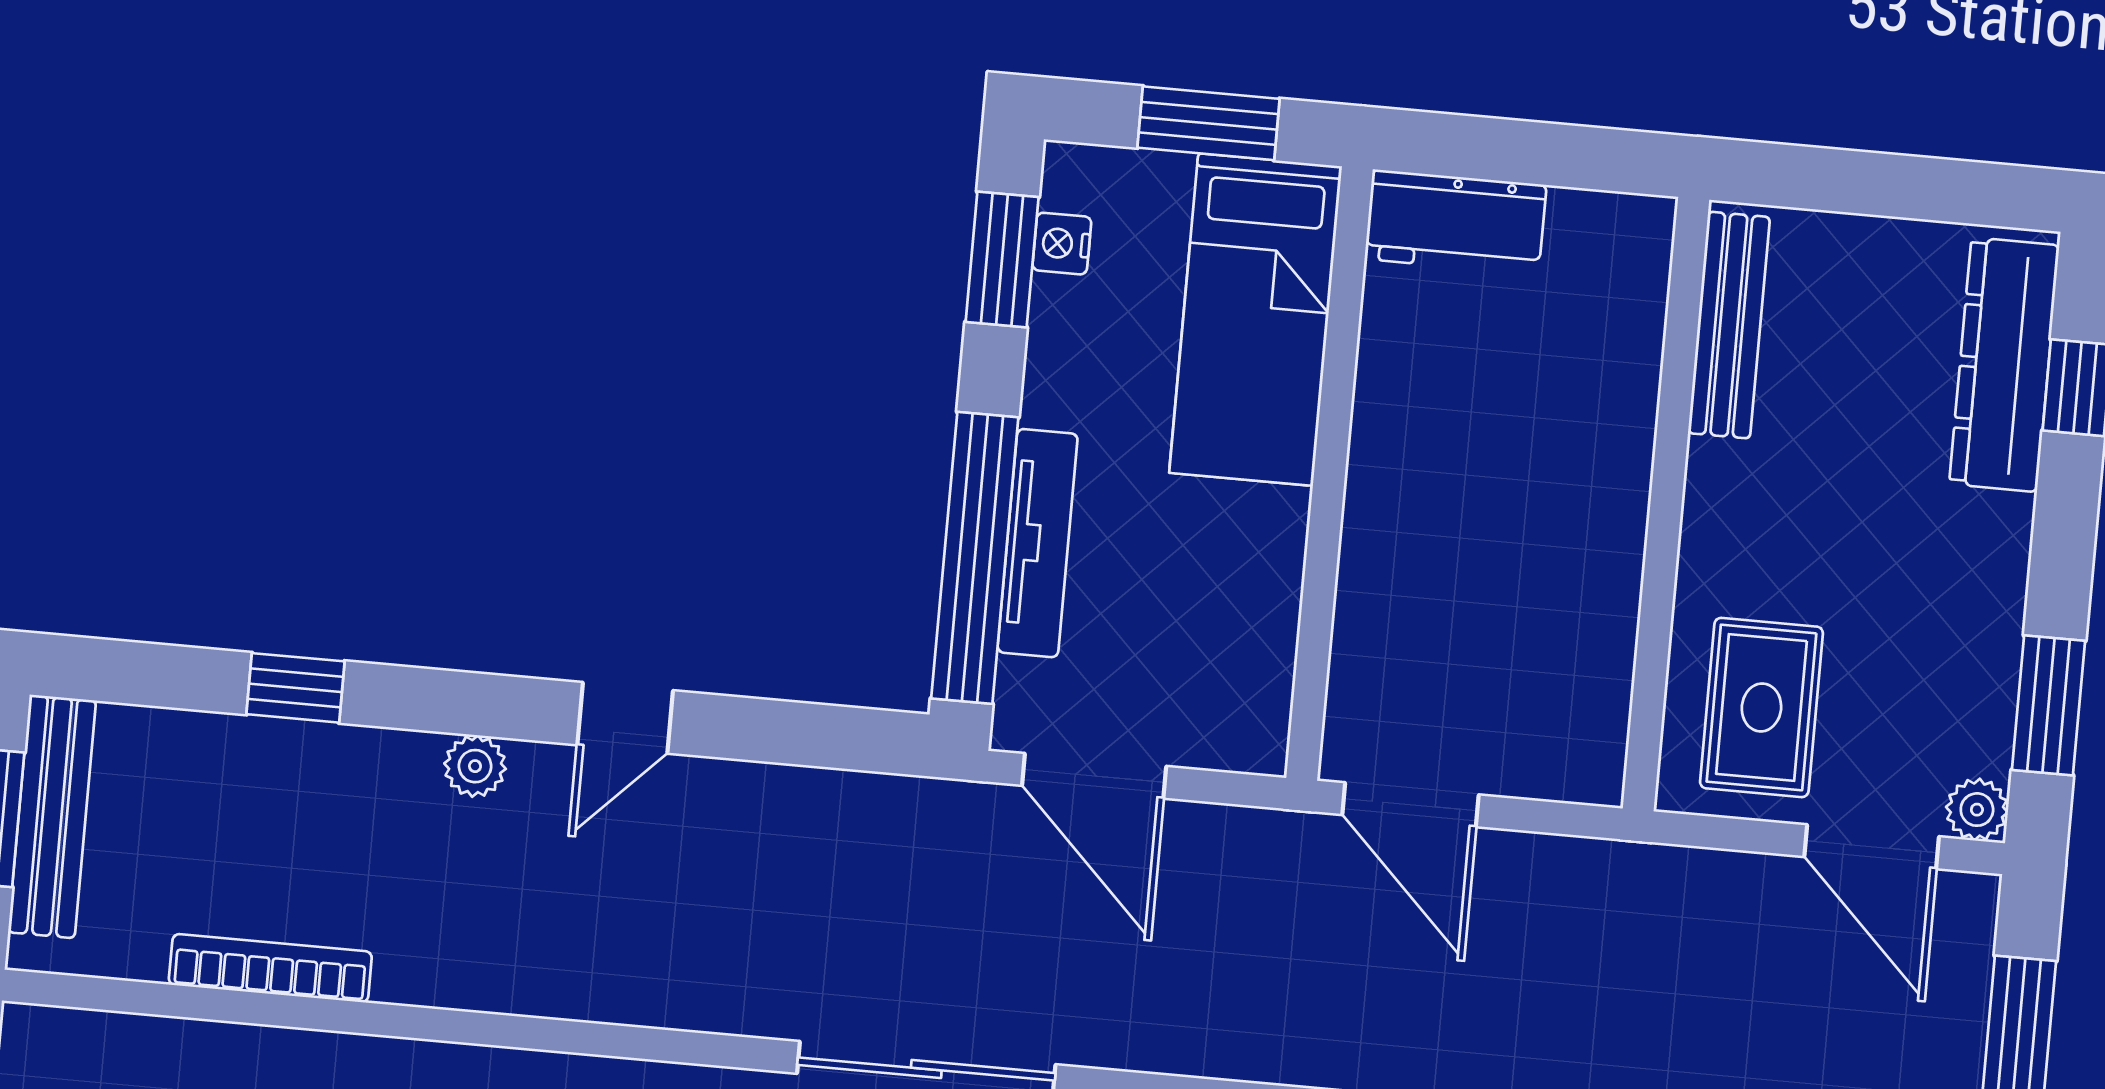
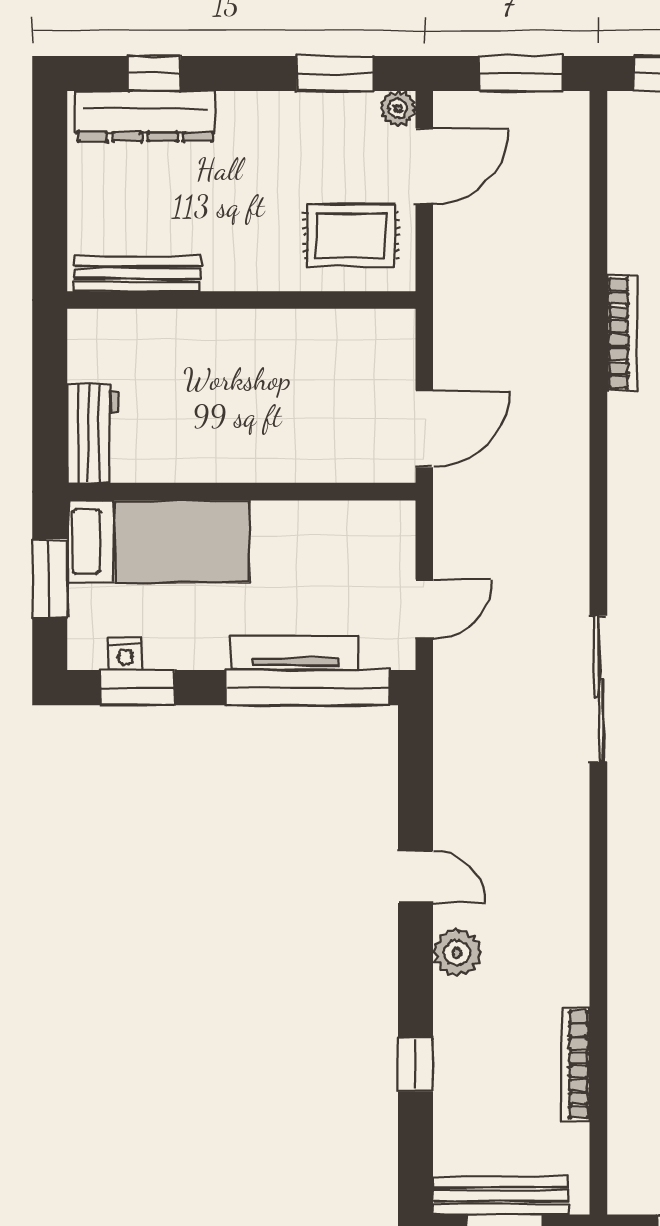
plant: (475, 766) -> (457, 953), width x1.38, depth x1.38
door: (1094, 776) -> (424, 609), width x0.73

